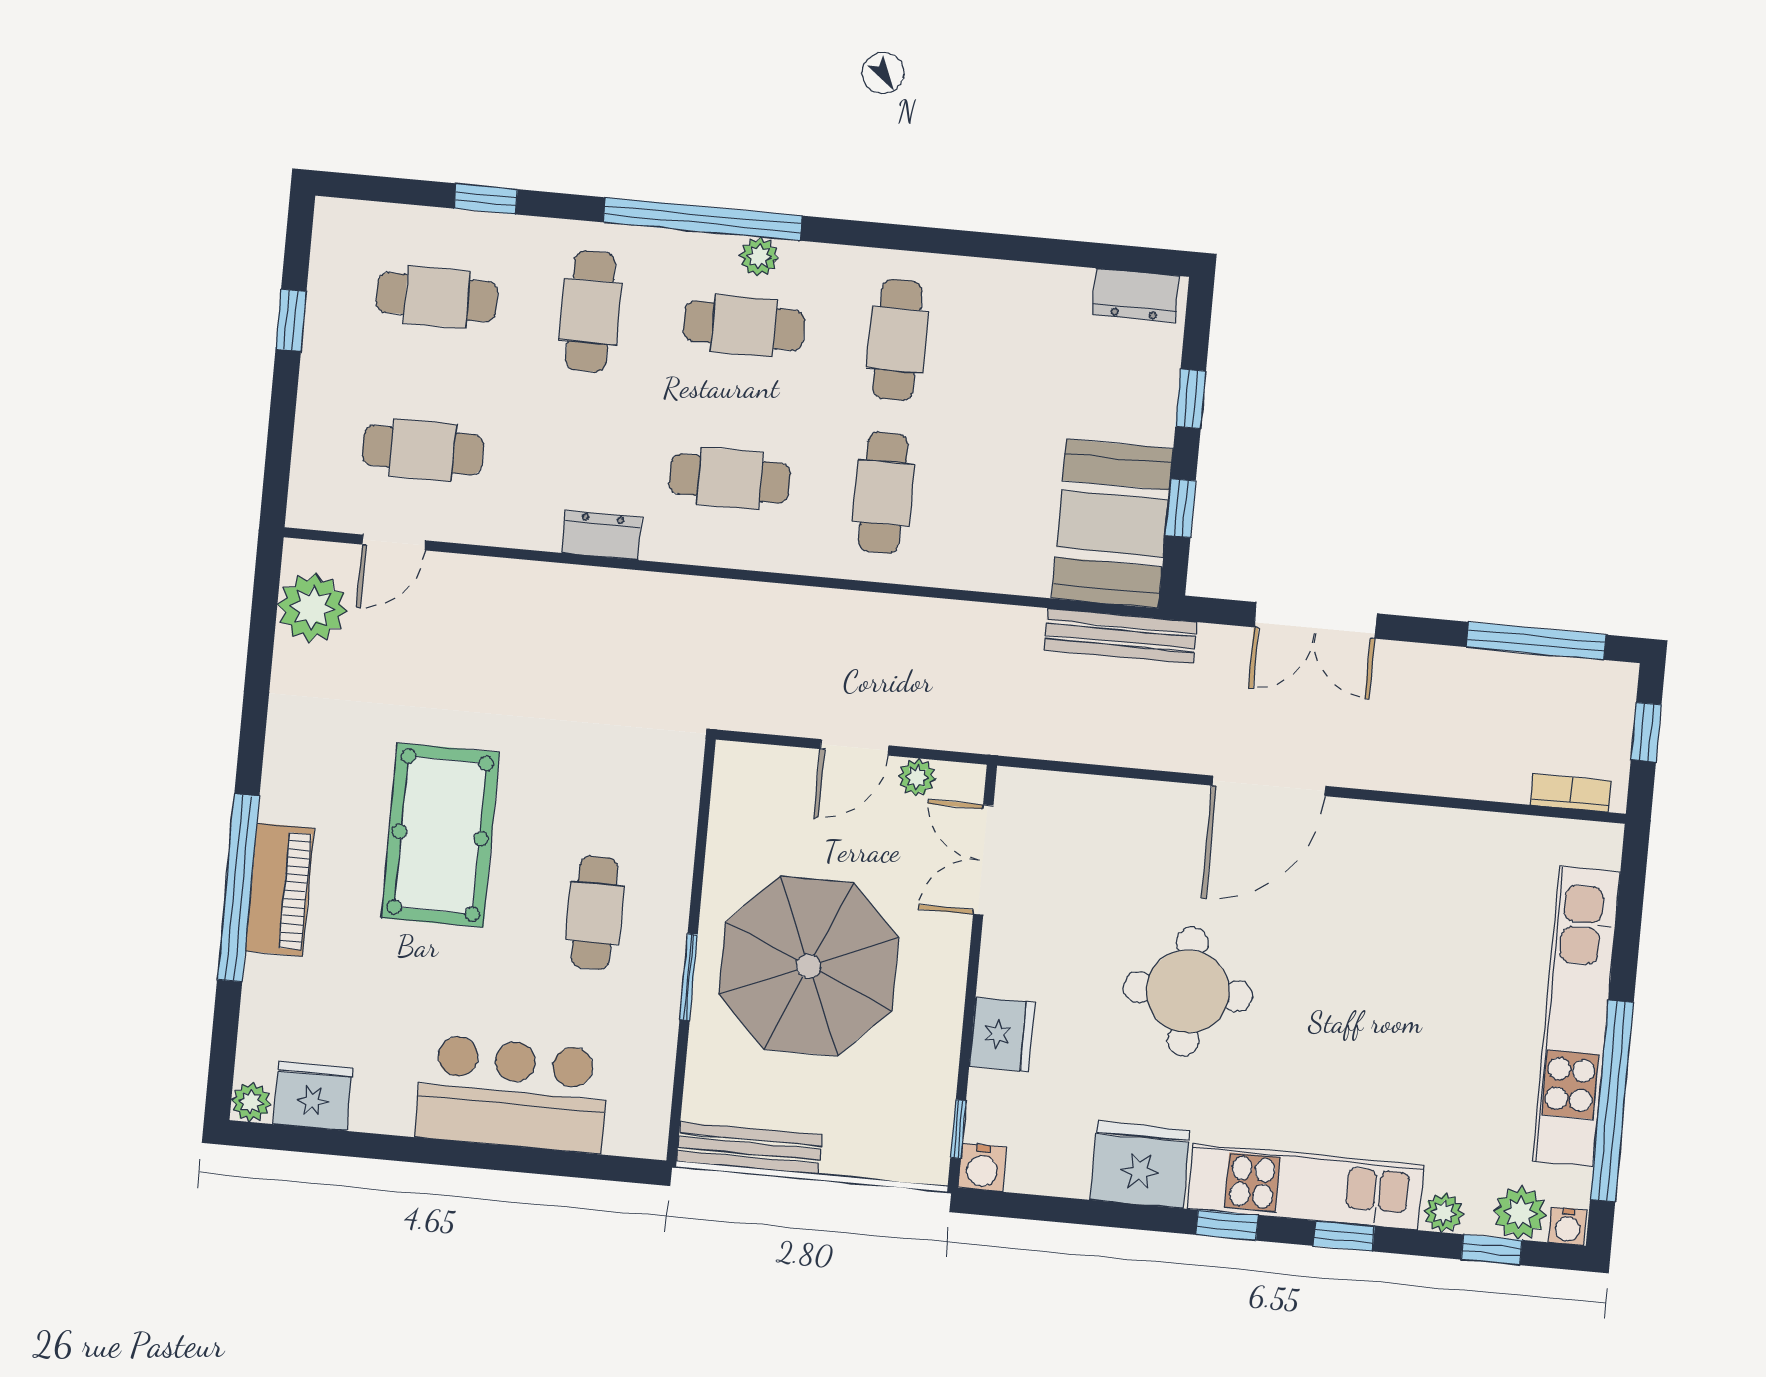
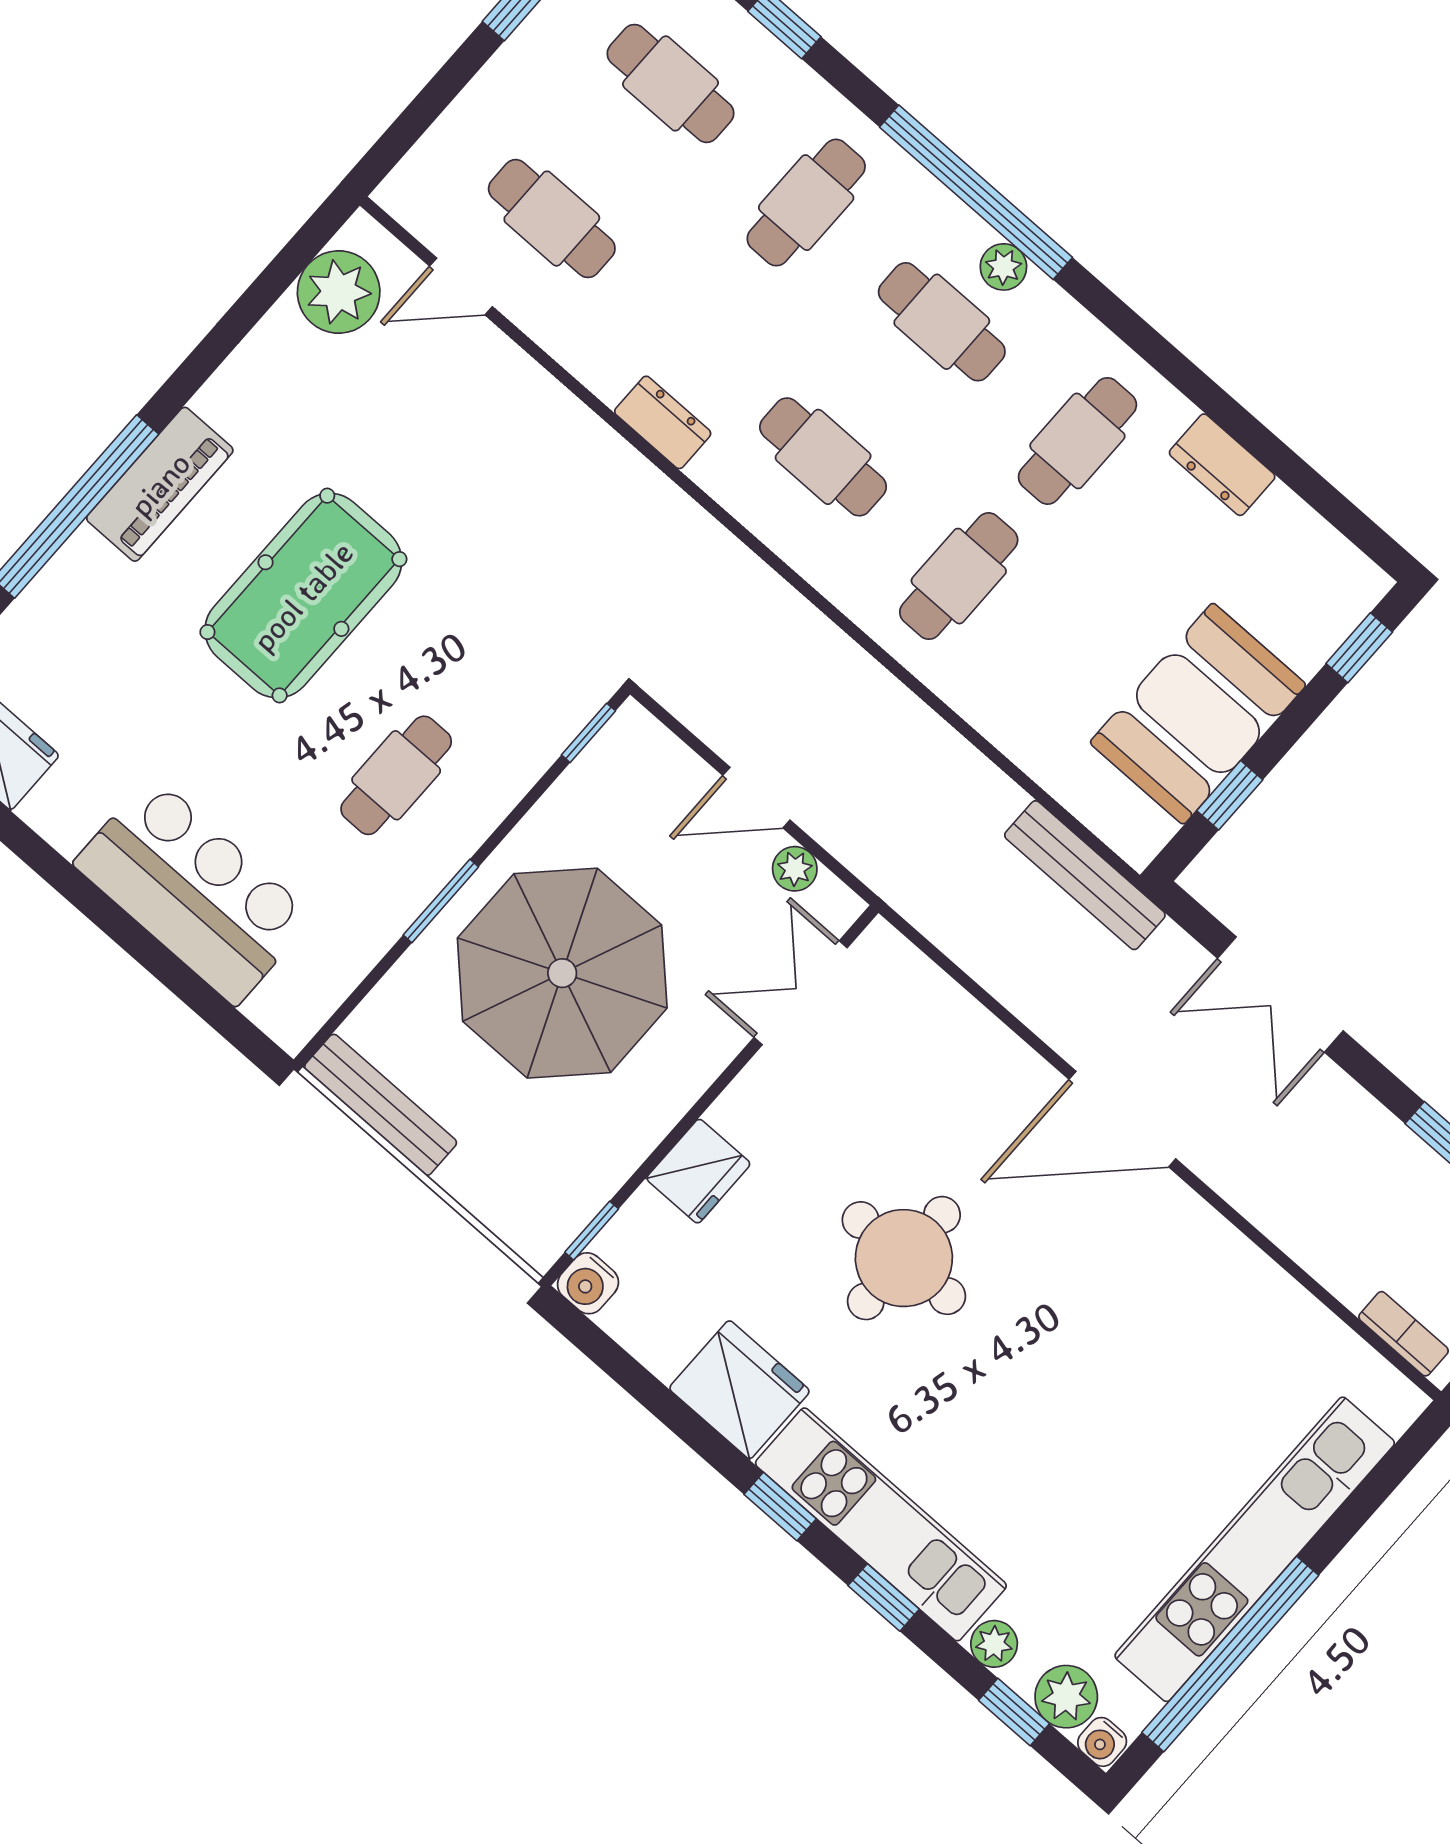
dresser: (1135, 295) -> (1222, 465), moved
window: (1191, 399) -> (1359, 648), moved
booth: (1112, 524) -> (1198, 714), moved
window: (706, 787) -> (588, 733), added
piano: (280, 890) -> (160, 484), moved

